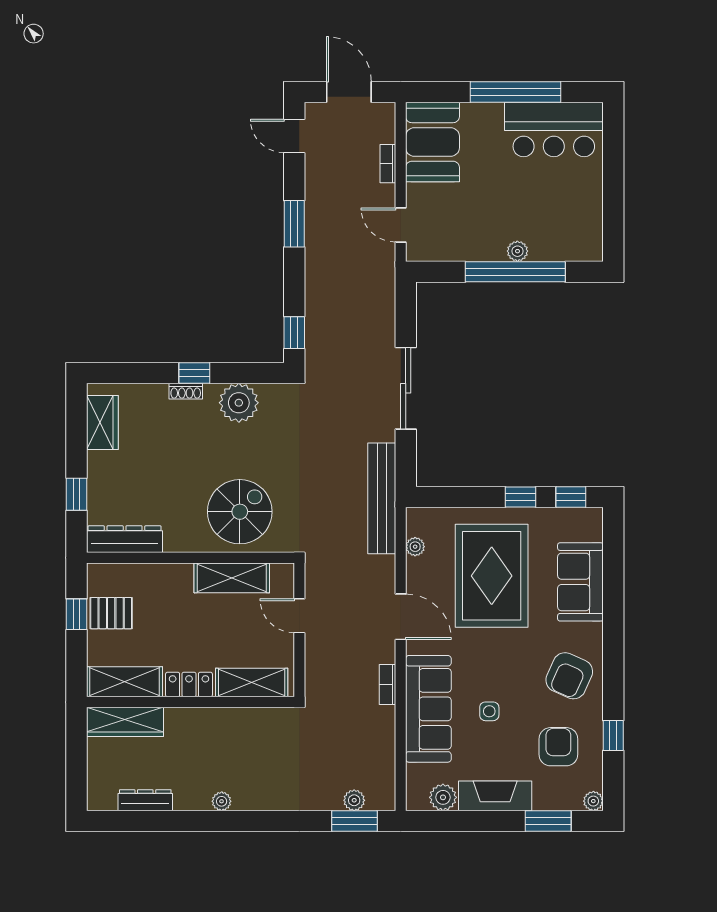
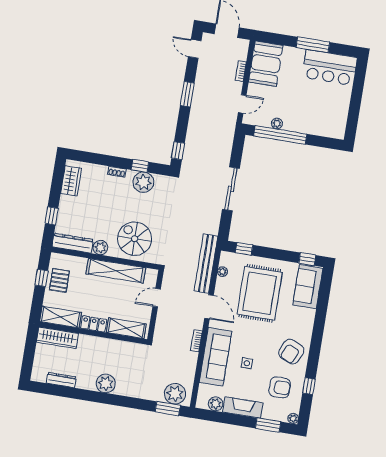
window: (515, 92) -> (313, 45), width x0.68
door: (401, 225) -> (242, 104), swing flipped
plant: (517, 251) -> (277, 124), moved
window: (515, 272) -> (280, 135), moved
window: (194, 373) -> (140, 166), moved
window: (520, 497) -> (244, 249), moved
bench: (382, 498) -> (206, 264), moved
spiral stairs: (240, 512) -> (135, 239), turned -90
plant: (178, 539) -> (100, 248), added
shelving: (232, 578) -> (116, 271), width x1.47
sofa: (580, 582) -> (308, 287), moved
pallet: (111, 613) -> (59, 280), turned 90
door: (299, 616) -> (157, 298), hinge flipped
armchair: (558, 747) -> (280, 387), turned 90
plant: (354, 800) -> (175, 394), width x1.87, depth x1.87
plant: (222, 801) -> (106, 383), width x1.88, depth x1.88

